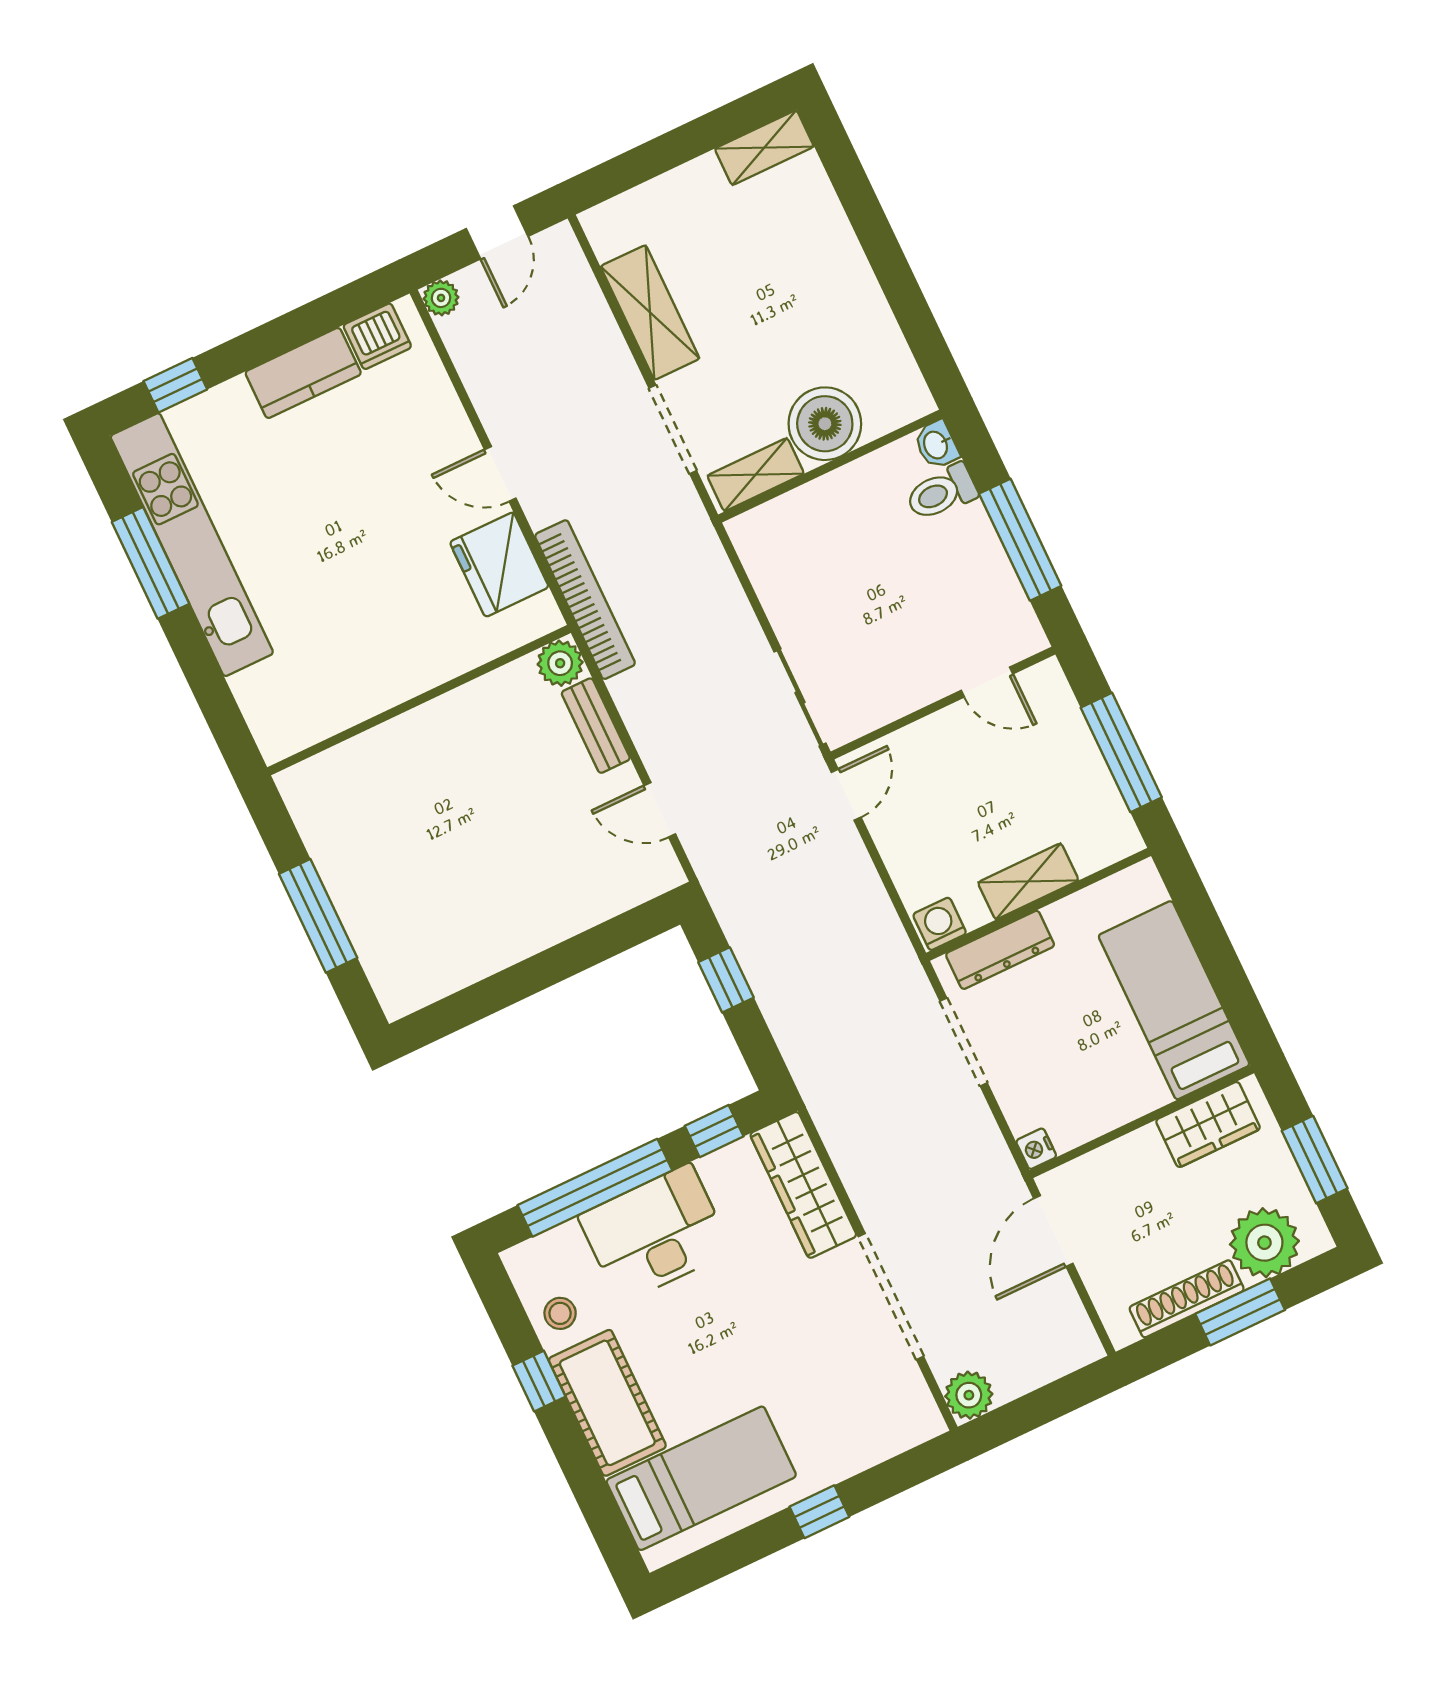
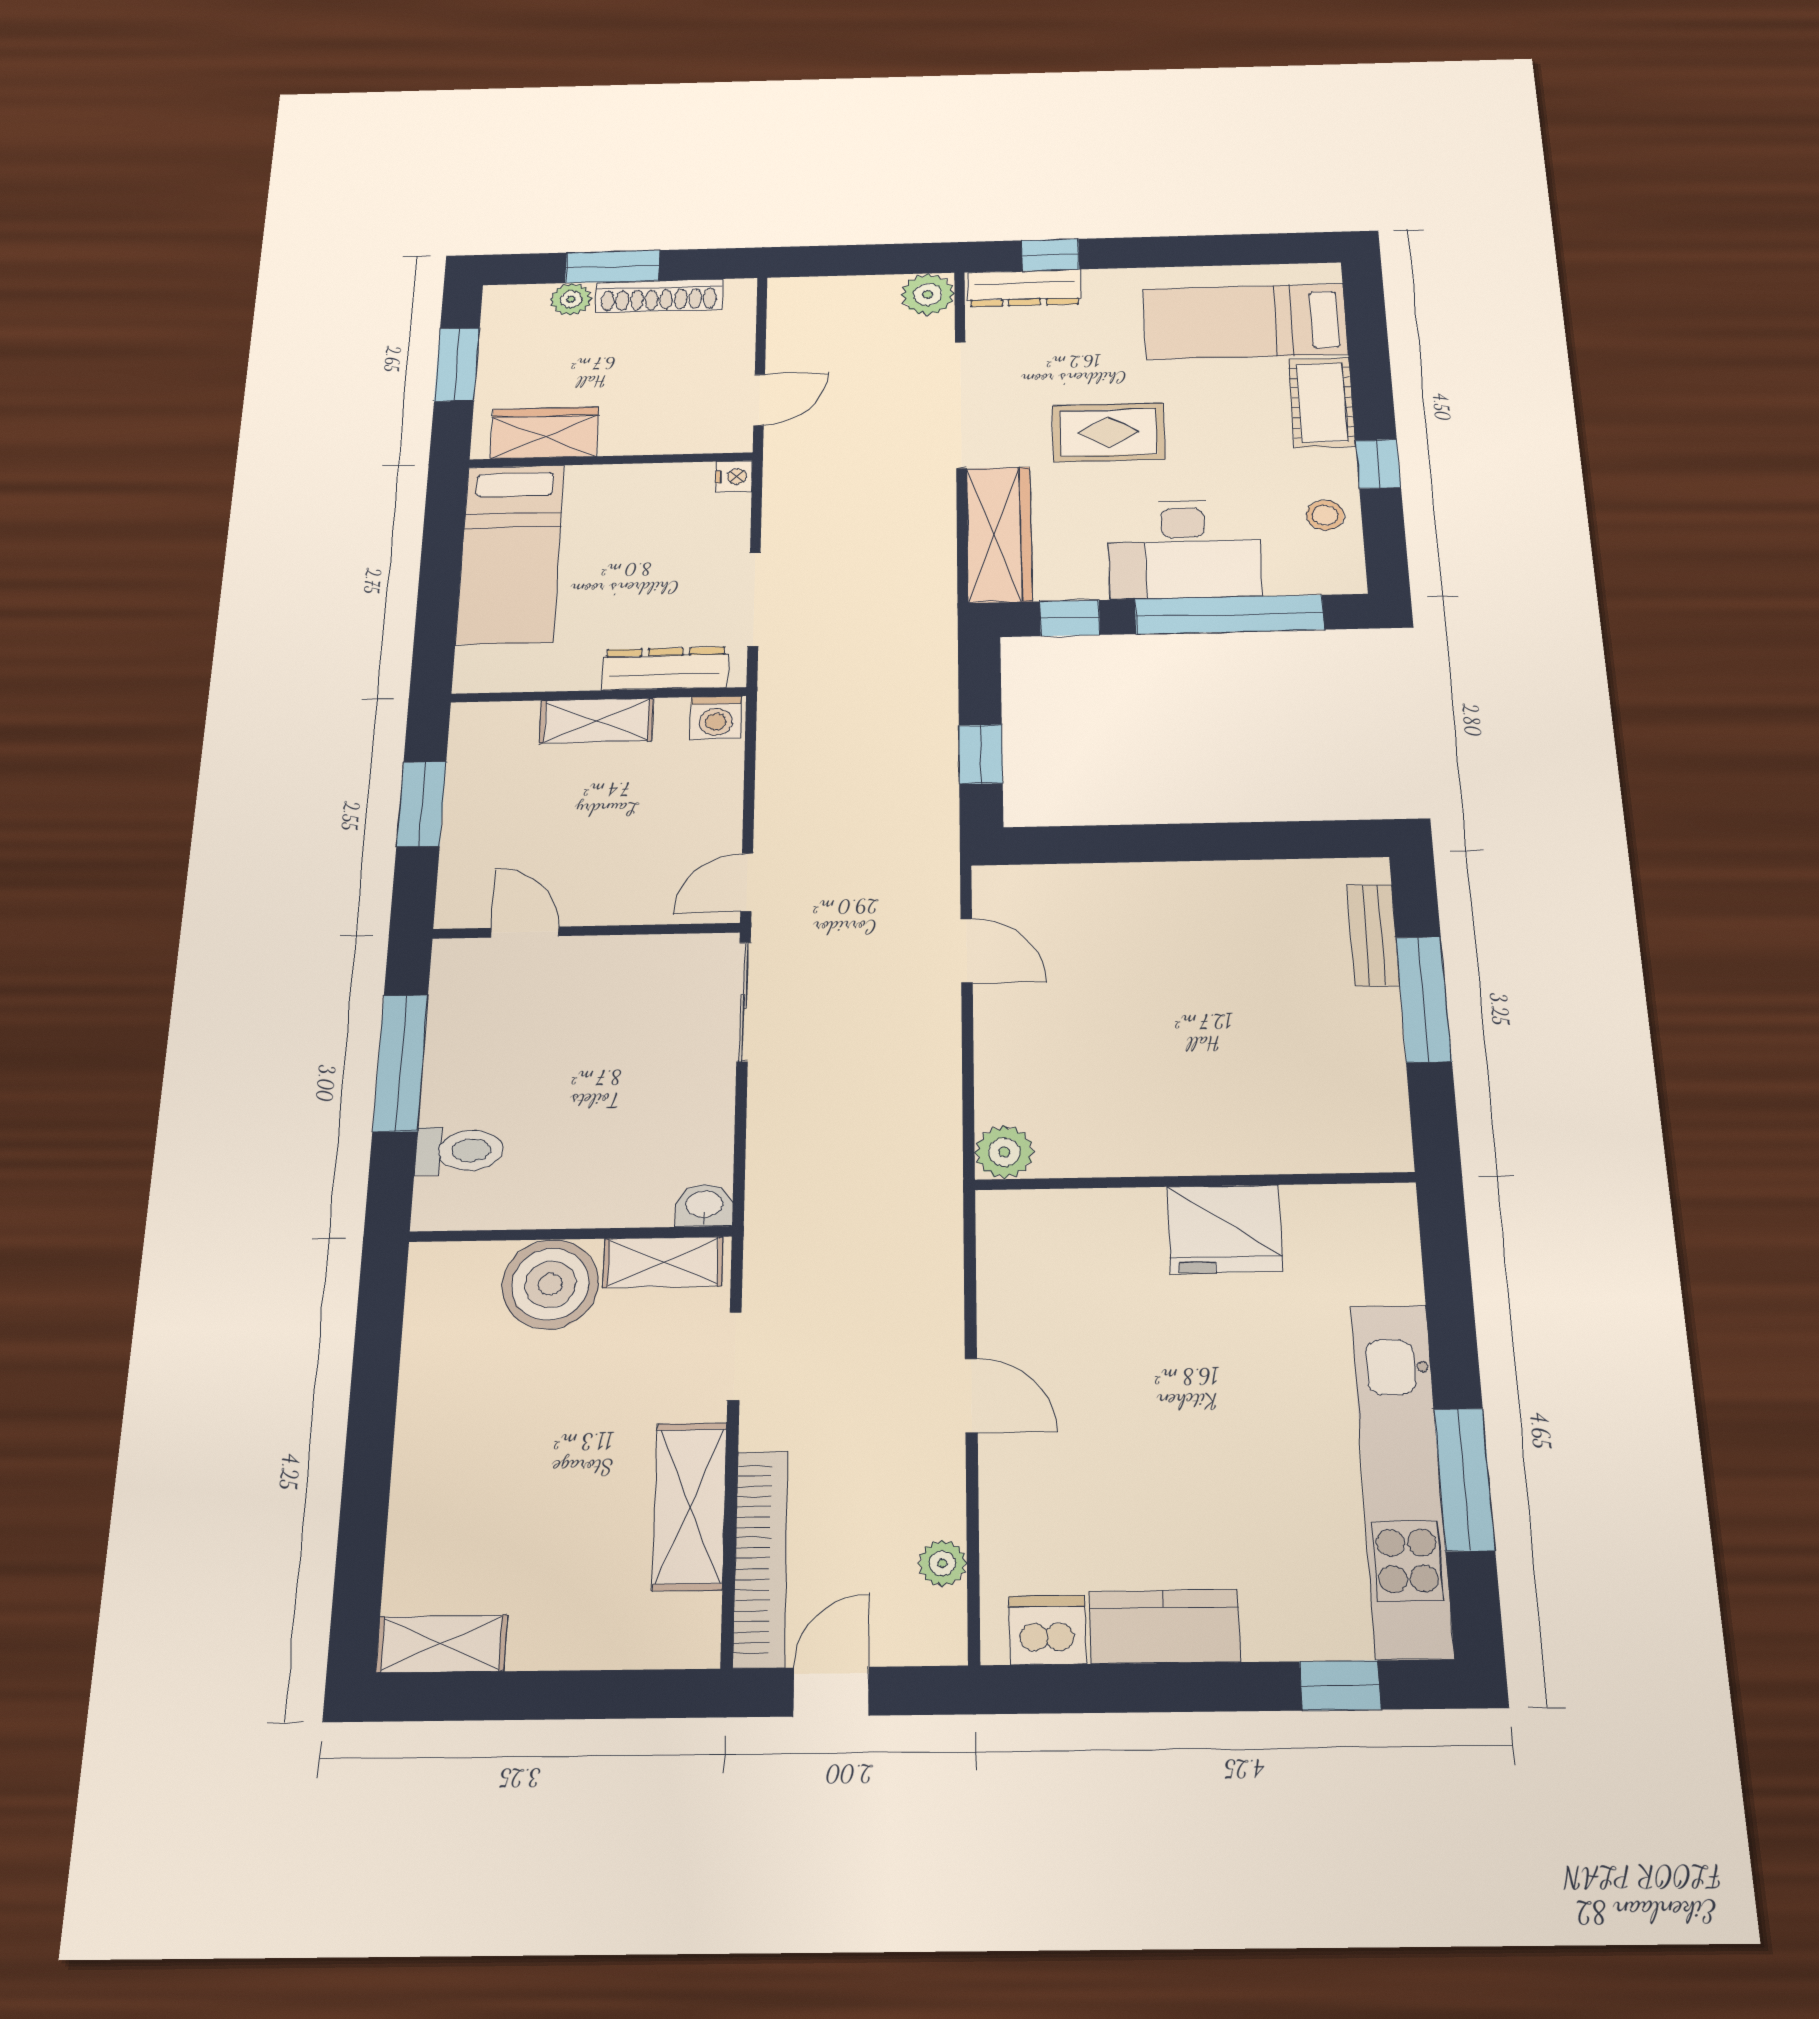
plant: (441, 298) -> (942, 1563), moved
doorway: (673, 429) -> (734, 1356), width x0.73
washbasin: (936, 445) -> (704, 1205), moved, turned -90
fridge: (499, 565) -> (1225, 1229), moved, turned 90
bookcase: (585, 600) -> (761, 1558), moved, turned 180
bench: (596, 726) -> (1373, 935), moved
window: (1121, 752) -> (421, 804), width x0.69
door: (1053, 1231) -> (759, 400), width x0.73
plant: (1264, 1243) -> (571, 299), width x0.53, depth x0.53
rug: (762, 1320) -> (1108, 432), added
cot: (607, 1403) -> (1322, 403), width x0.73, depth x0.75
dresser: (894, 1436) -> (1024, 288), added
window: (819, 1512) -> (1050, 255), moved

